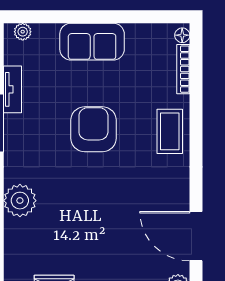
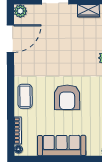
sofa: (92, 42) -> (62, 146), width x1.36
door: (196, 236) -> (10, 39), hinge flipped

